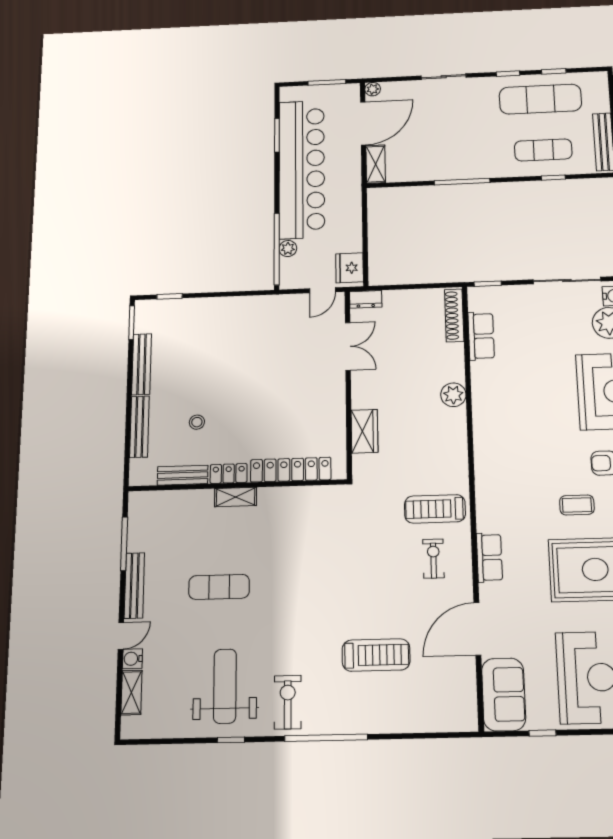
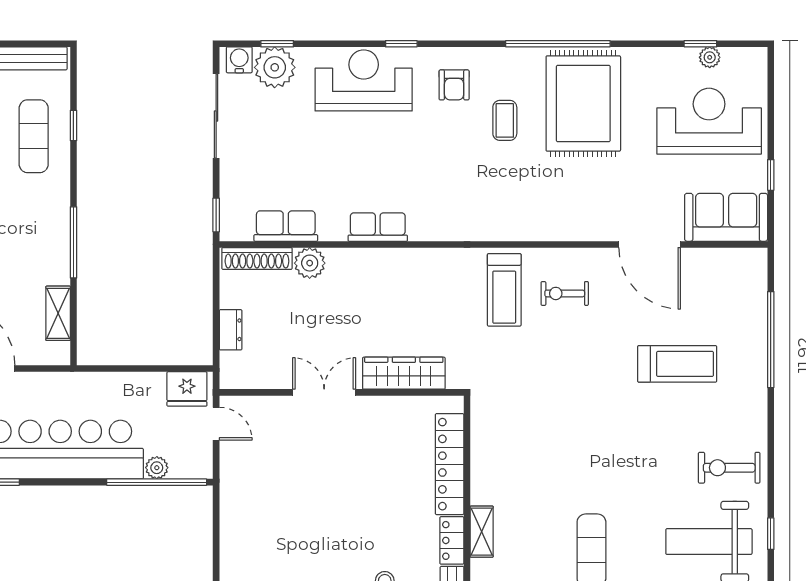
shelving: (376, 164) -> (58, 313), moved, turned 90
dresser: (366, 299) -> (231, 330), moved
double door: (348, 346) -> (324, 392), moved
plant: (453, 395) -> (310, 263), moved
wardrobe: (364, 431) -> (404, 373), width x1.50
row of seats: (489, 557) -> (378, 227), moved
treadmill: (376, 655) -> (677, 364), turned 90
window: (326, 738) -> (771, 340), moved

